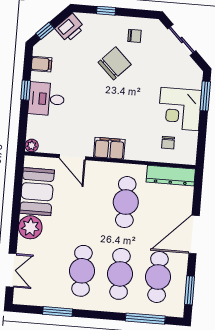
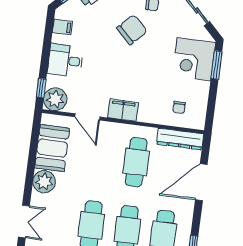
window: (26, 90) -> (41, 88), moved
corner desk: (180, 109) -> (194, 59), moved
plant: (32, 146) -> (55, 99), width x1.87, depth x1.87
door: (194, 235) -> (201, 182), moved

